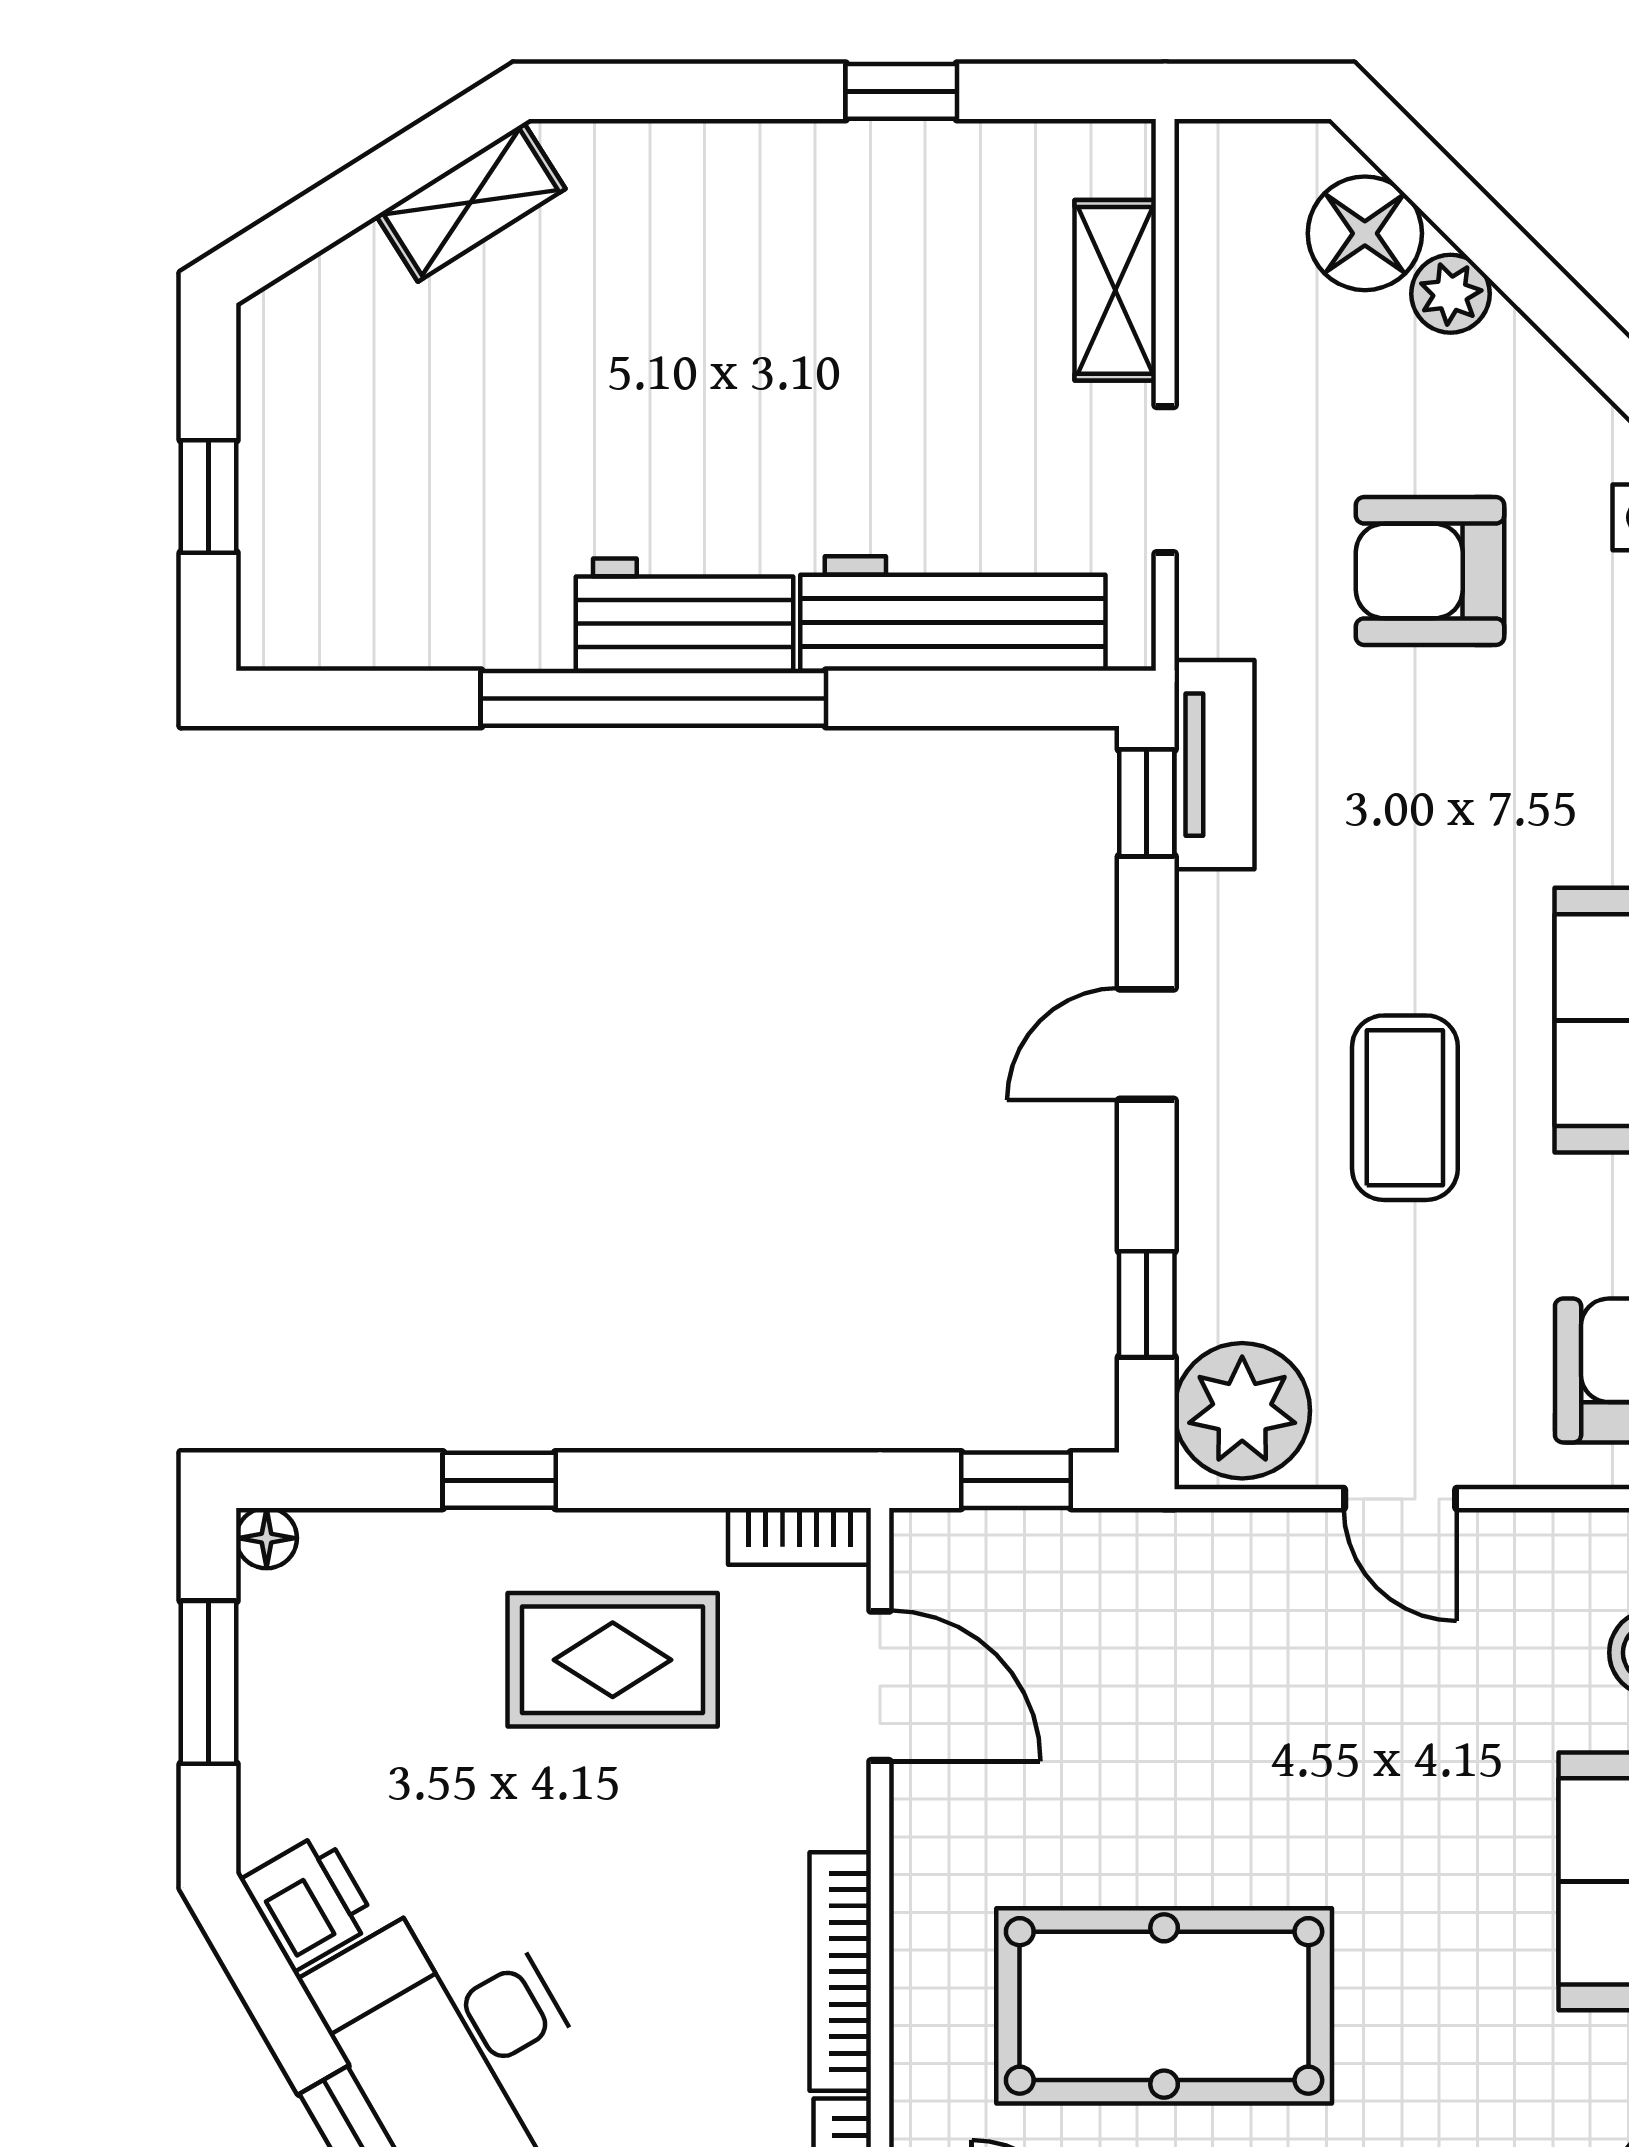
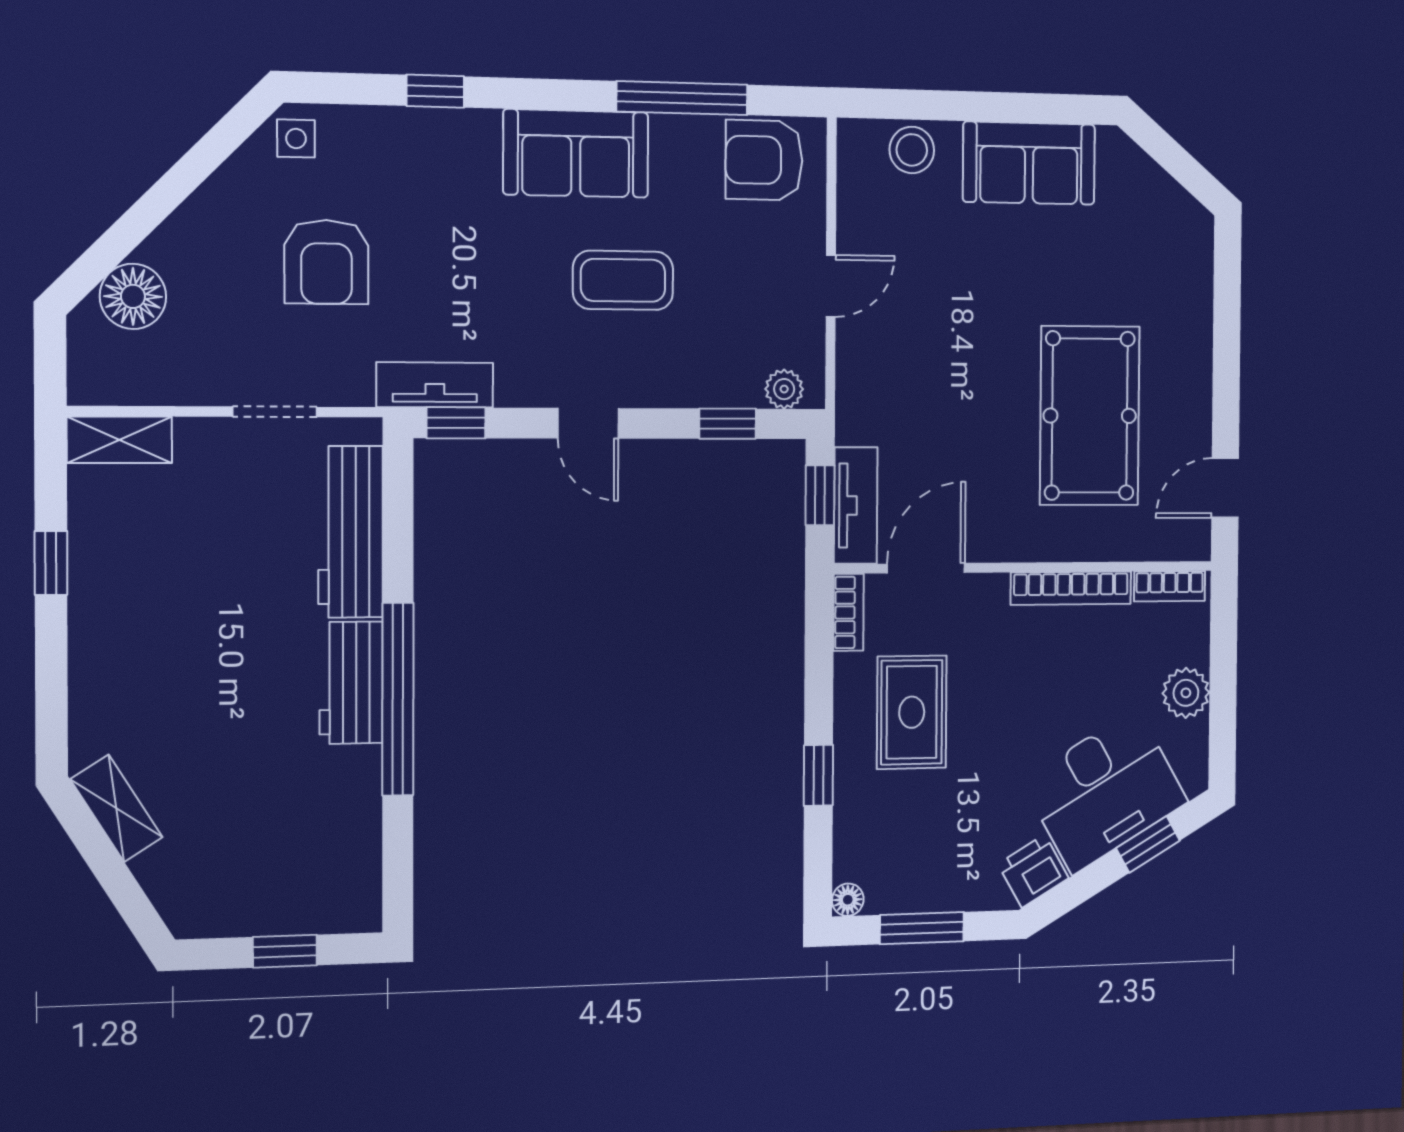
shelving: (1115, 290) -> (119, 440), moved
plant: (1451, 294) -> (168, 248), removed
plant: (1242, 1411) -> (784, 389), width x0.53, depth x0.53
tv unit: (997, 1549) -> (856, 505), added

